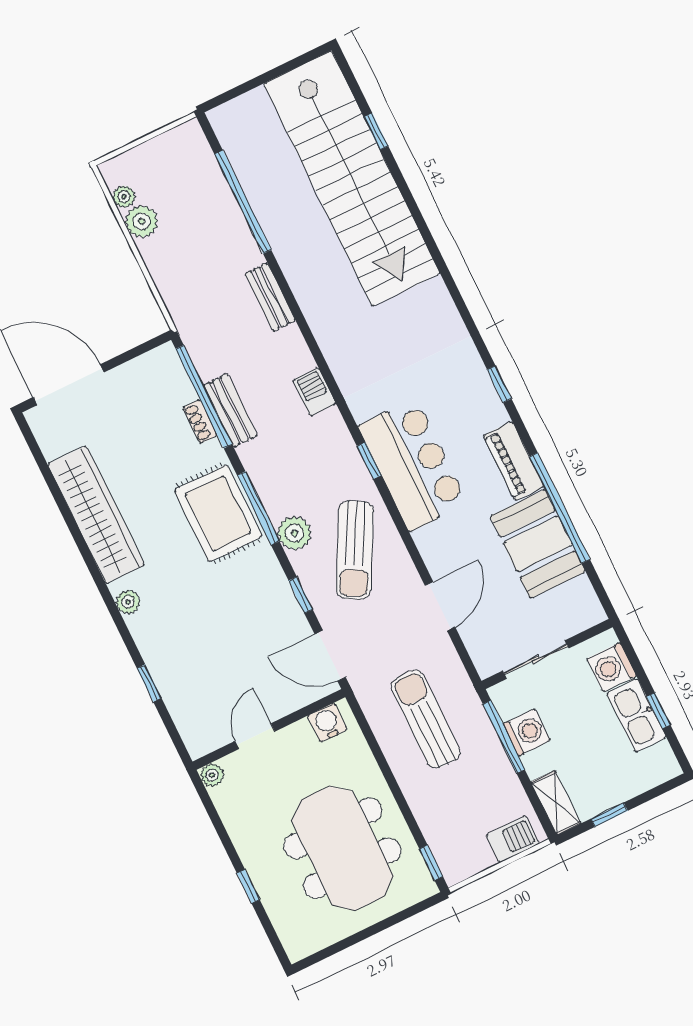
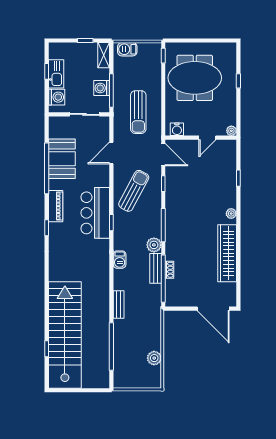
plant: (124, 197) -> (156, 371), removed
piano: (514, 461) -> (56, 206), moved
rug: (218, 513) -> (180, 231), removed
plant: (294, 533) -> (154, 245), moved
meeting table: (342, 848) -> (195, 78), turned 90

